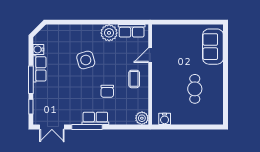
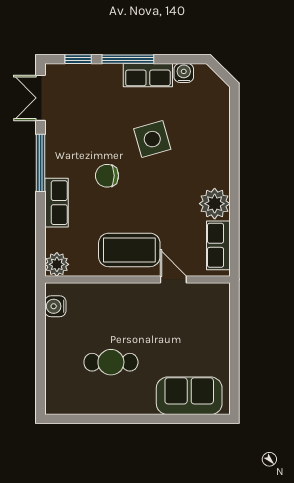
side table: (86, 60) -> (152, 139), moved
coffee table: (134, 79) -> (129, 250), width x1.86, depth x1.72
chair: (107, 91) -> (107, 176), moved
row of seats: (95, 118) -> (56, 203), moved

